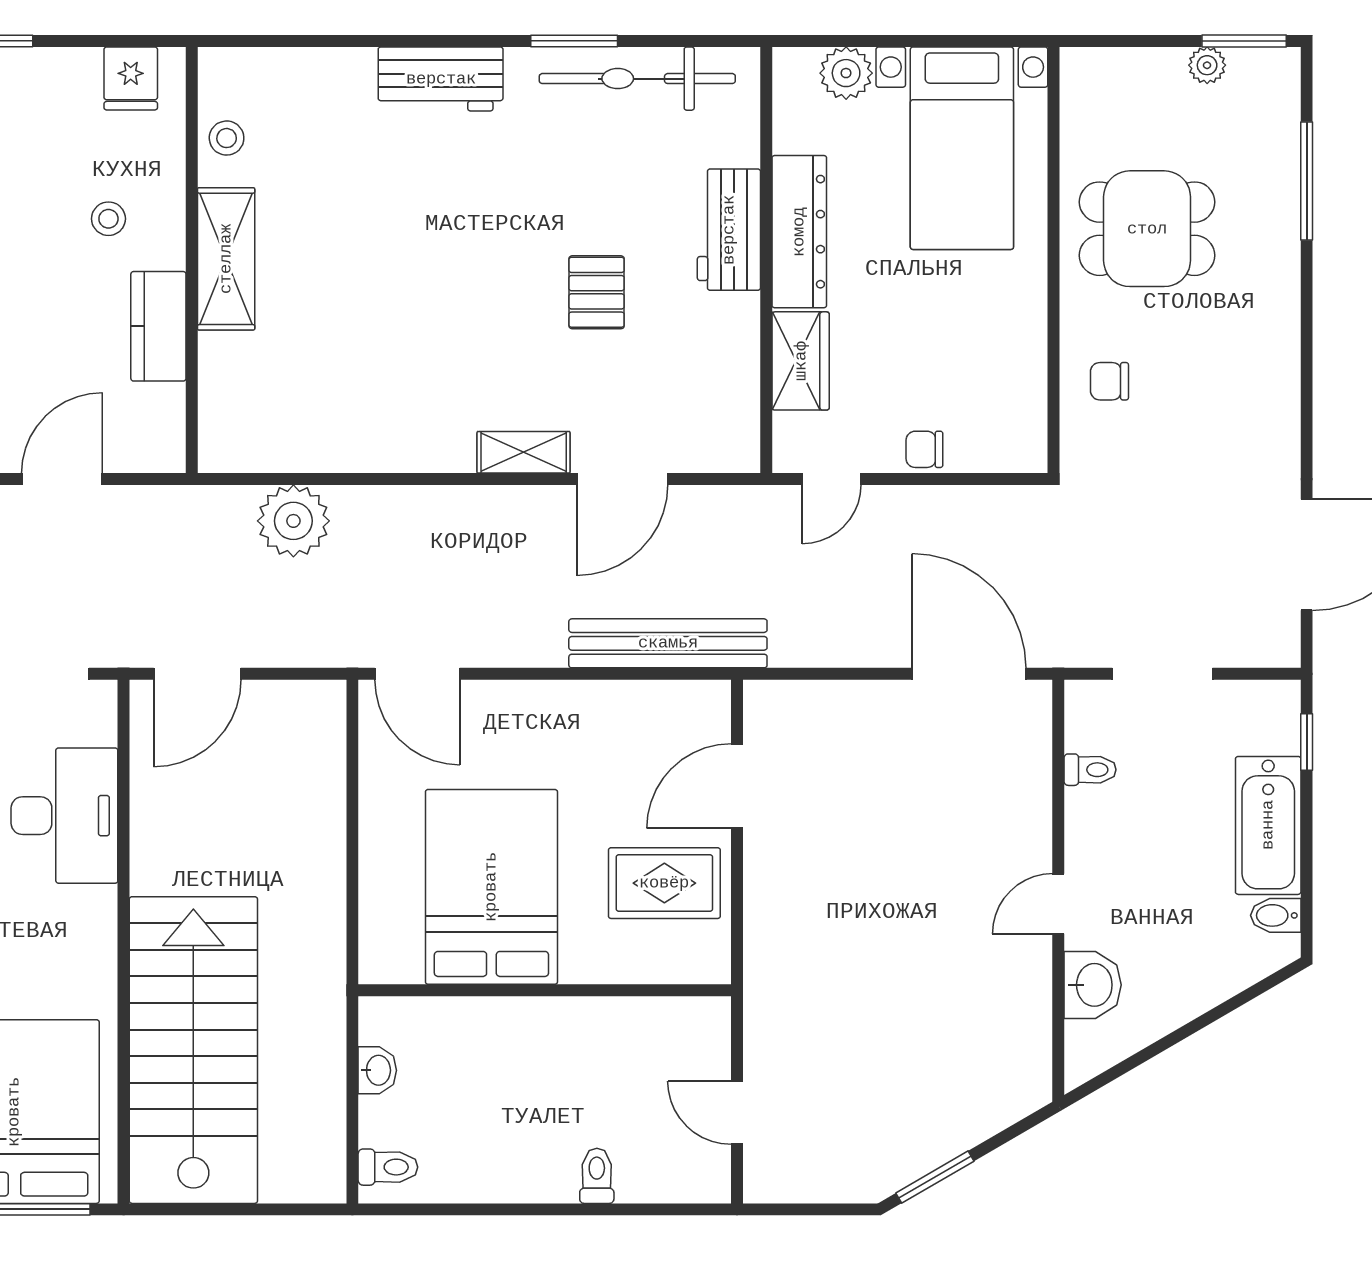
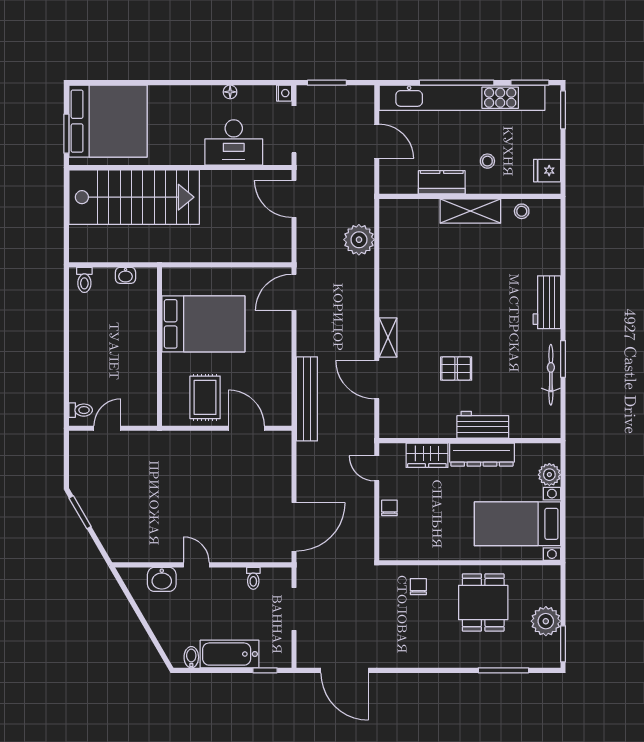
plant: (1207, 65) -> (546, 621), width x1.87, depth x1.87
bicycle: (637, 79) -> (551, 375), width x0.73, depth x0.71
toilet: (597, 1176) -> (81, 410), moved

